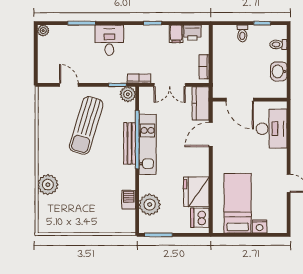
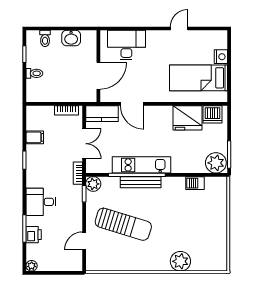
printer: (192, 33) -> (34, 235), moved
plant: (150, 205) -> (216, 163), moved

